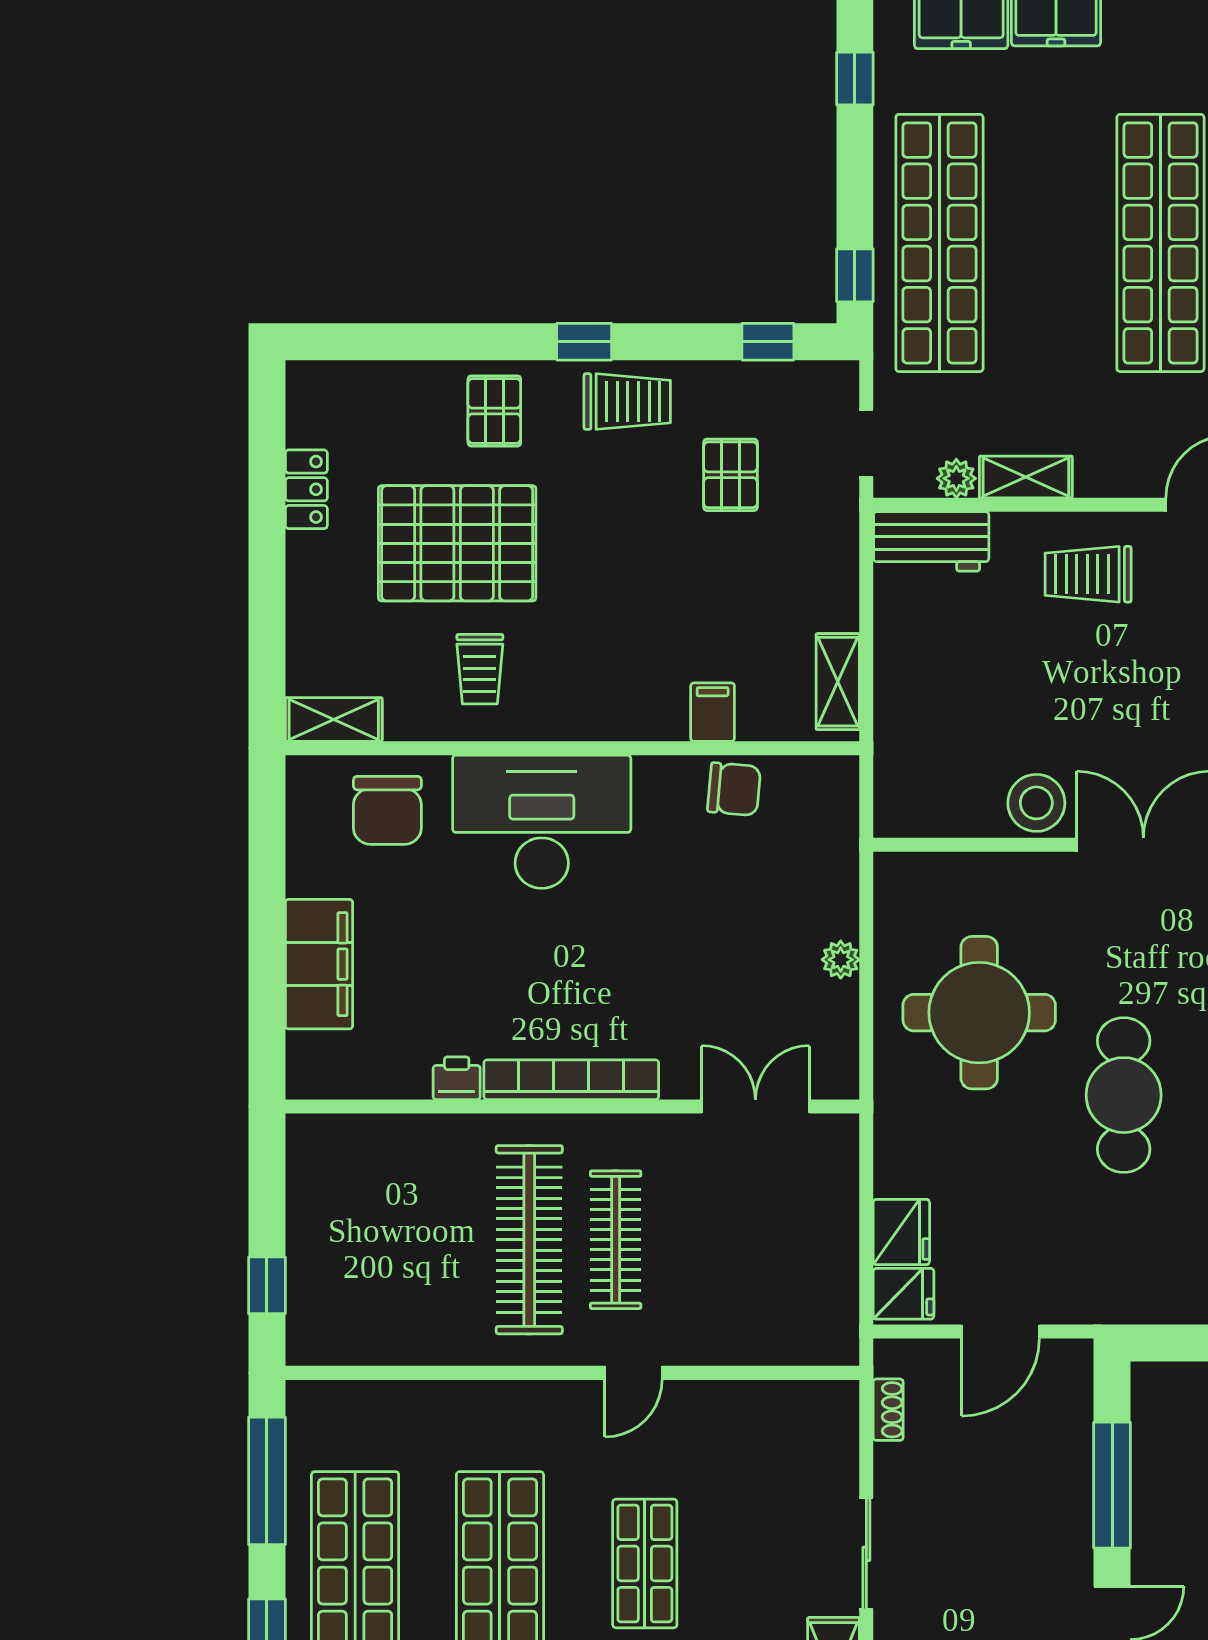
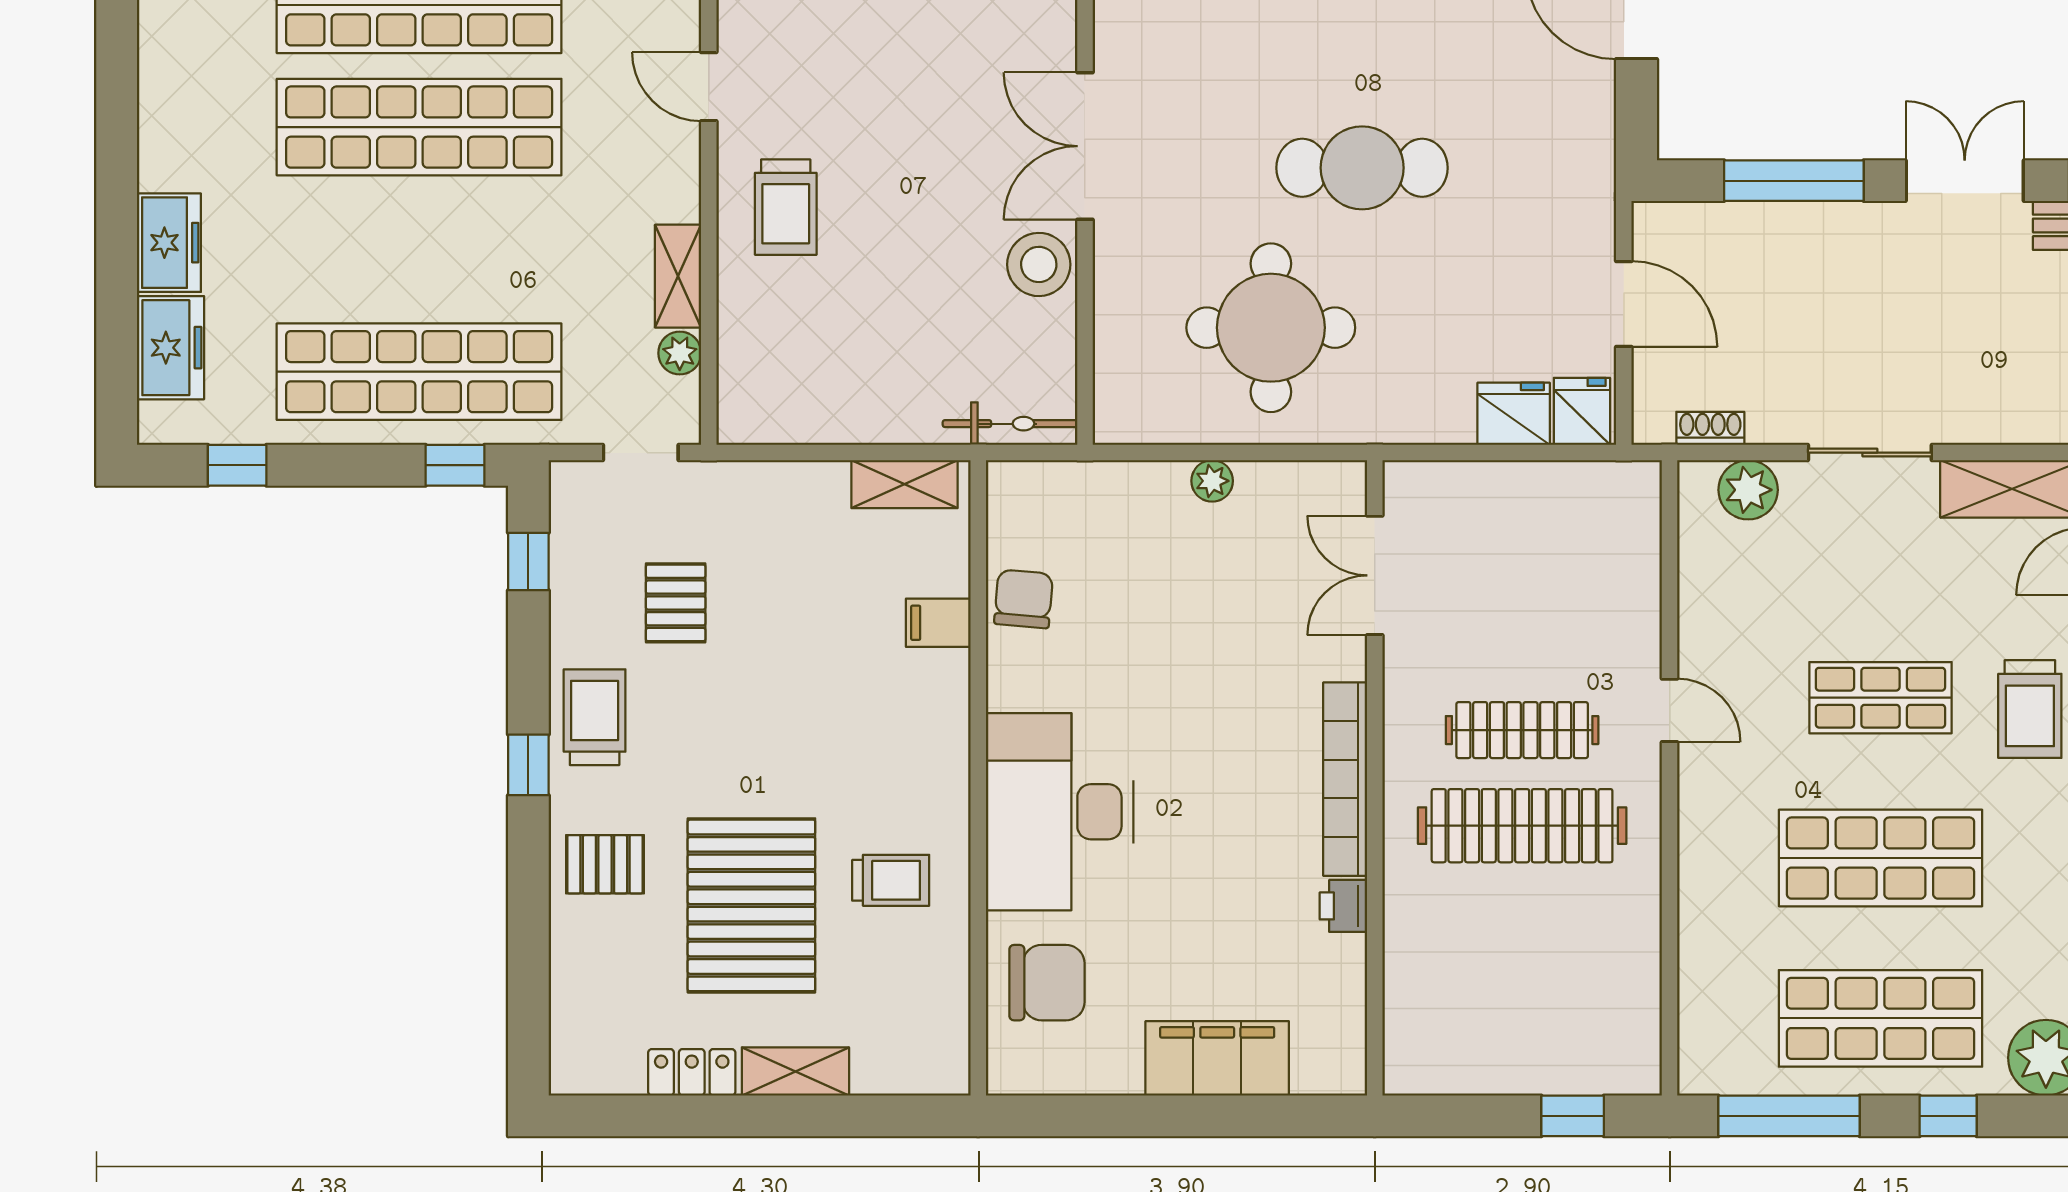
pallet: (730, 475) -> (676, 603), turned 90
workbench: (931, 541) -> (749, 381), removed
shelving: (334, 720) -> (795, 1071), moved, turned 90
bicycle: (893, 777) -> (1010, 424), added
plant: (833, 1444) -> (1748, 490), added

